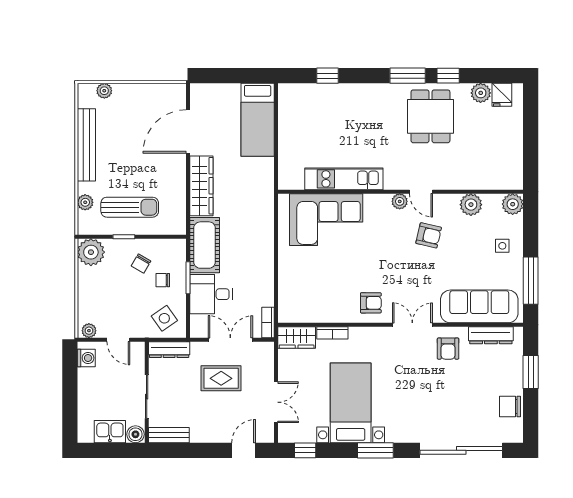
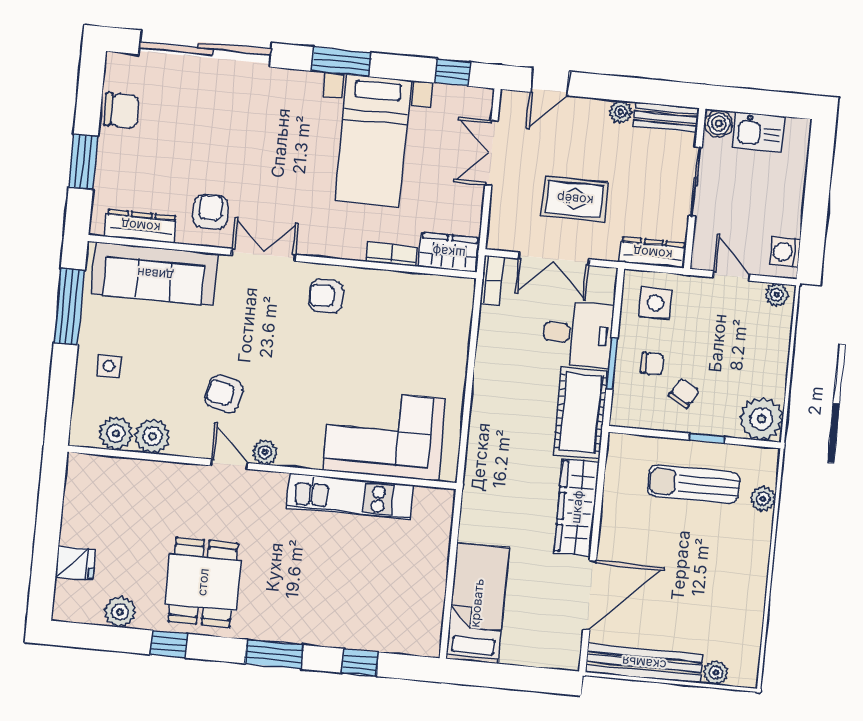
window: (408, 76) -> (274, 654), moved
fridge: (502, 95) -> (75, 563), moved, turned 90
bench: (86, 145) -> (644, 663), moved, turned 90
plant: (513, 204) -> (116, 433), moved
side table: (164, 318) -> (655, 303), turned 35
double door: (412, 325) -> (263, 255), swing flipped
plant: (198, 436) -> (621, 112), added

